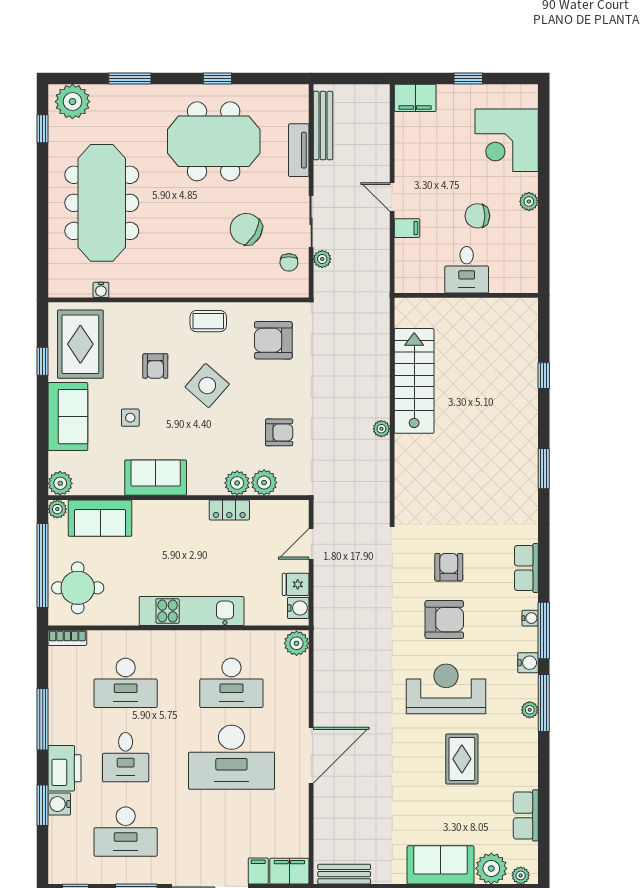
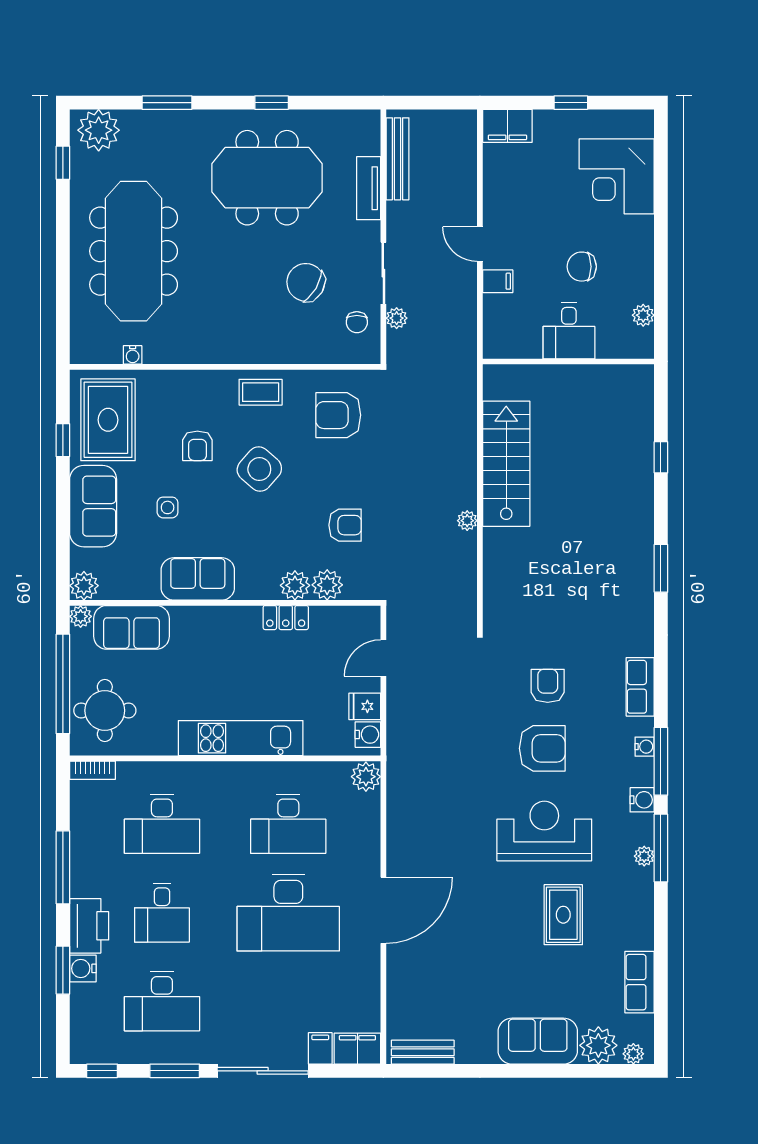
plant: (529, 201) -> (643, 315), moved

